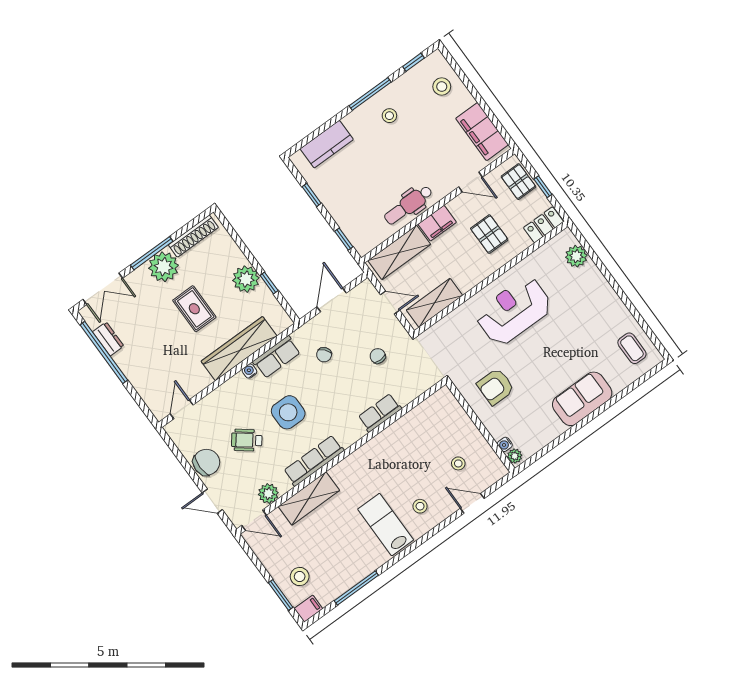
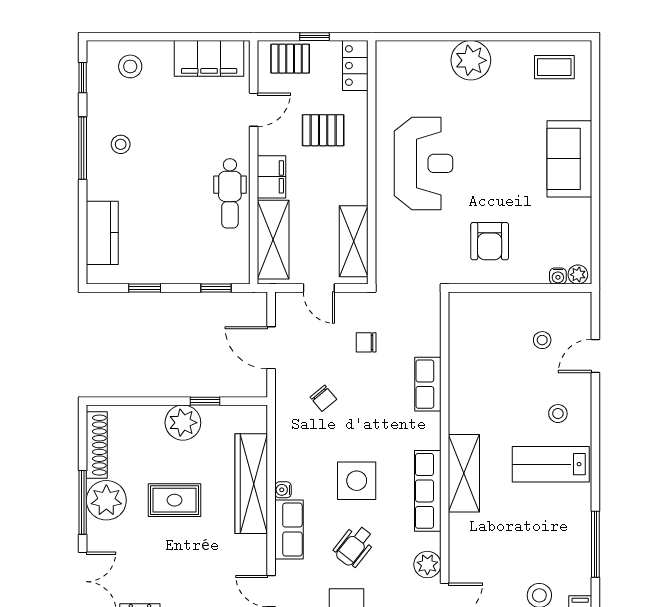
plant: (576, 256) -> (471, 60), moved, width x1.36, depth x1.36
door: (390, 302) -> (319, 288), swing flipped
reception desk: (514, 311) -> (423, 163), turned 180
row of seats: (277, 357) -> (289, 530), moved
shelving: (309, 498) -> (464, 473), moved

